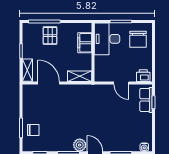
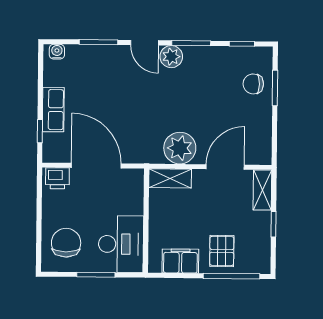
filing cabinet: (85, 43) -> (180, 261), moved, turned -90
door: (49, 83) -> (225, 167), swing flipped
door: (121, 83) -> (96, 166), width x1.87
plant: (74, 93) -> (180, 148), added
row of seats: (146, 100) -> (53, 110), moved

